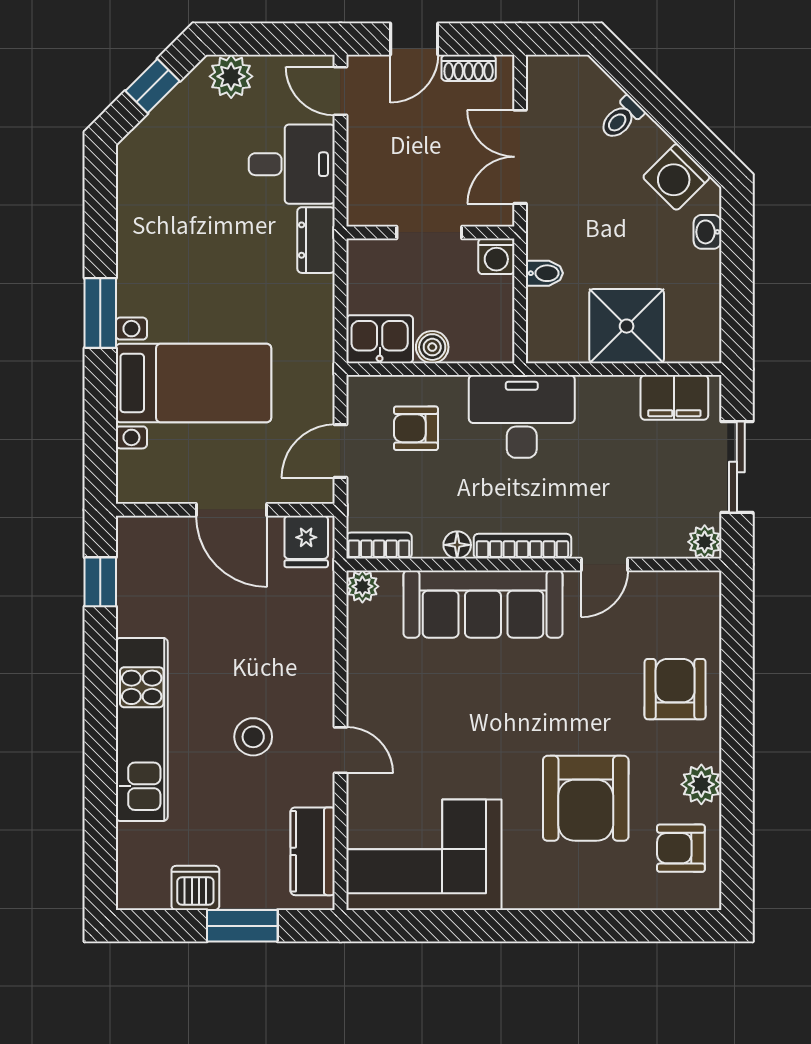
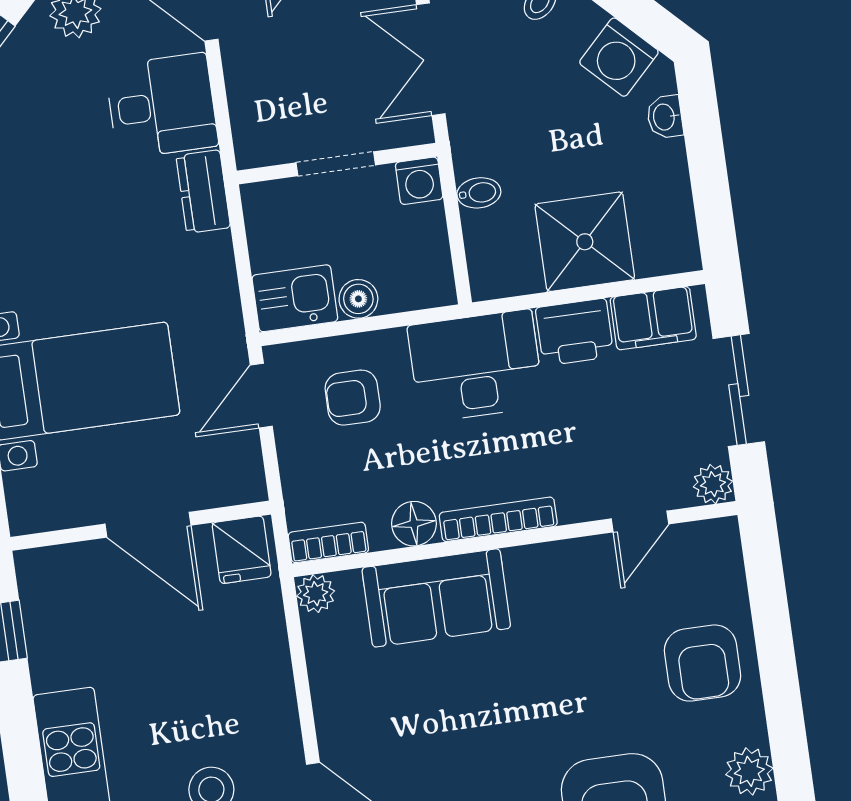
printer: (608, 400) -> (575, 332), added
door: (340, 451) -> (261, 396), moved
floor lamp: (457, 545) -> (414, 524), width x1.37, depth x1.37
door: (604, 564) -> (640, 521), moved
sofa: (483, 604) -> (436, 598), width x0.73
armchair: (675, 689) -> (702, 663), turned 180

